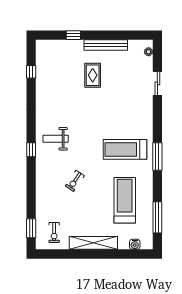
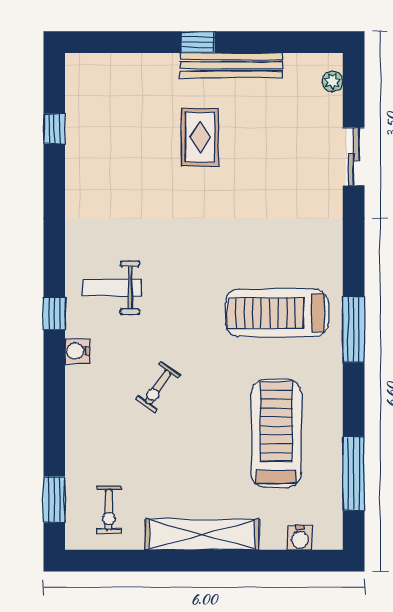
window: (73, 35) -> (198, 42), moved
water cooler: (41, 166) -> (77, 351), added

